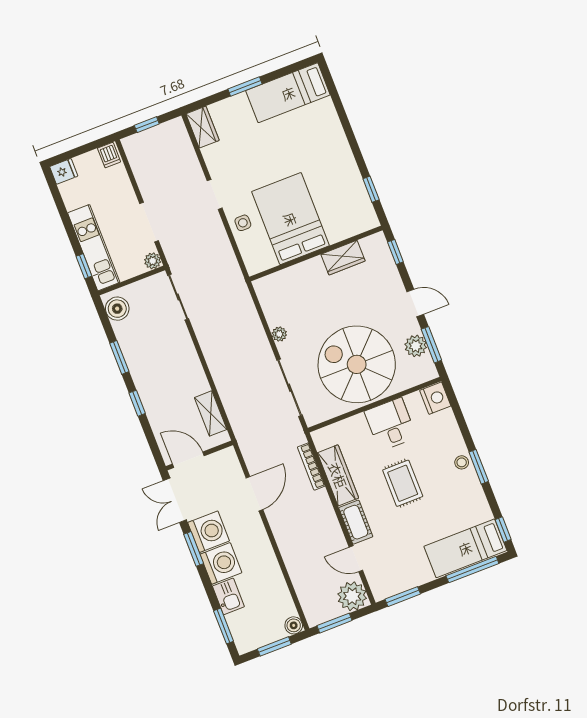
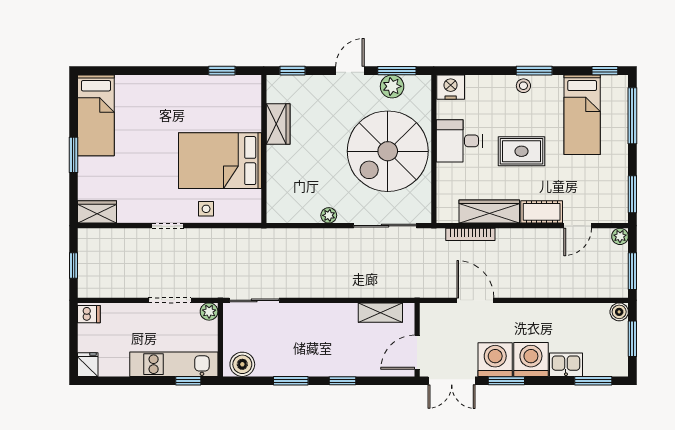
bed: (465, 548) -> (582, 115), moved
plant: (352, 596) -> (620, 236), width x0.53, depth x0.53

